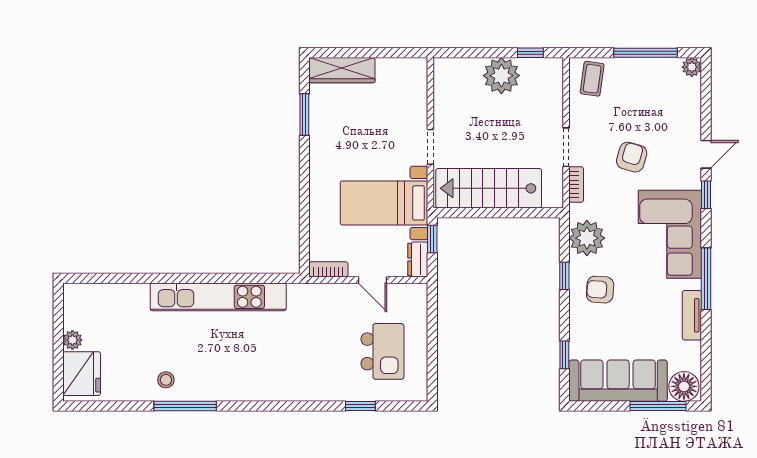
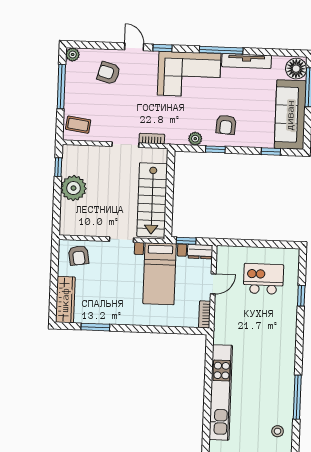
armchair: (406, 87) -> (79, 255), added
armchair: (632, 157) -> (109, 73), moved
plant: (587, 238) -> (195, 139), width x0.53, depth x0.53
tv unit: (692, 315) -> (247, 61), width x1.41
window: (185, 406) -> (297, 397), moved

